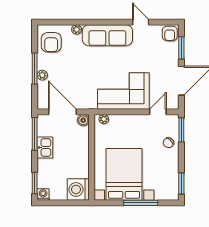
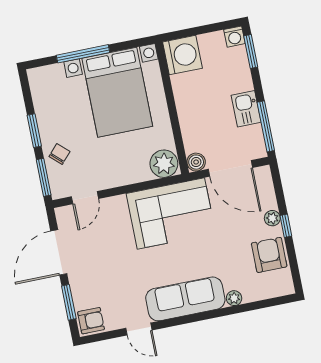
armchair: (170, 33) -> (91, 321), turned 90
armchair: (51, 42) -> (269, 255), moved
window: (35, 69) -> (286, 226), width x0.46
corner sofa: (123, 91) -> (171, 213), moved
plant: (104, 119) -> (164, 164), width x1.88, depth x1.88
window: (181, 183) -> (34, 131), moved

